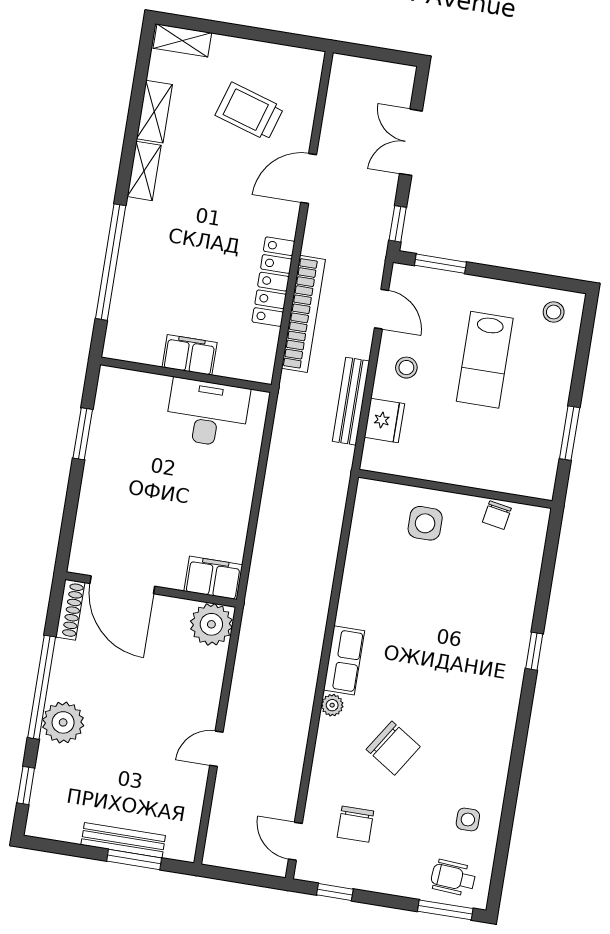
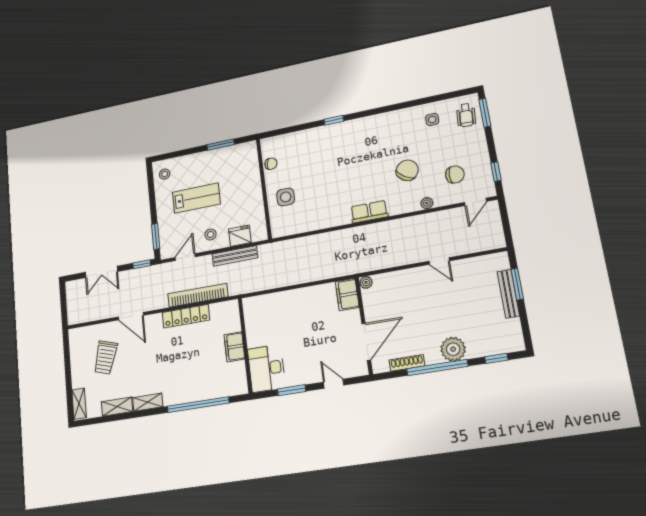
desk: (207, 413) -> (266, 368), moved
door: (71, 508) -> (334, 384), added
shoe rack: (70, 610) -> (407, 363), moved
plant: (211, 624) -> (366, 282), width x0.53, depth x0.53
plant: (332, 705) -> (427, 203), moved

